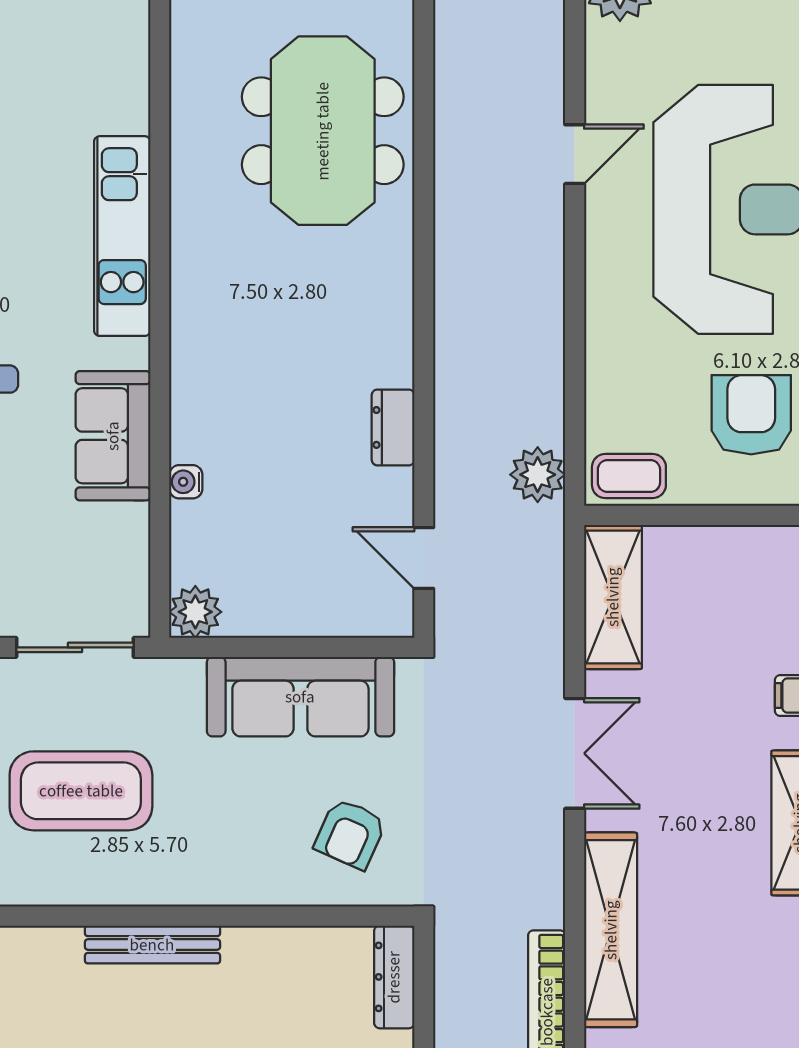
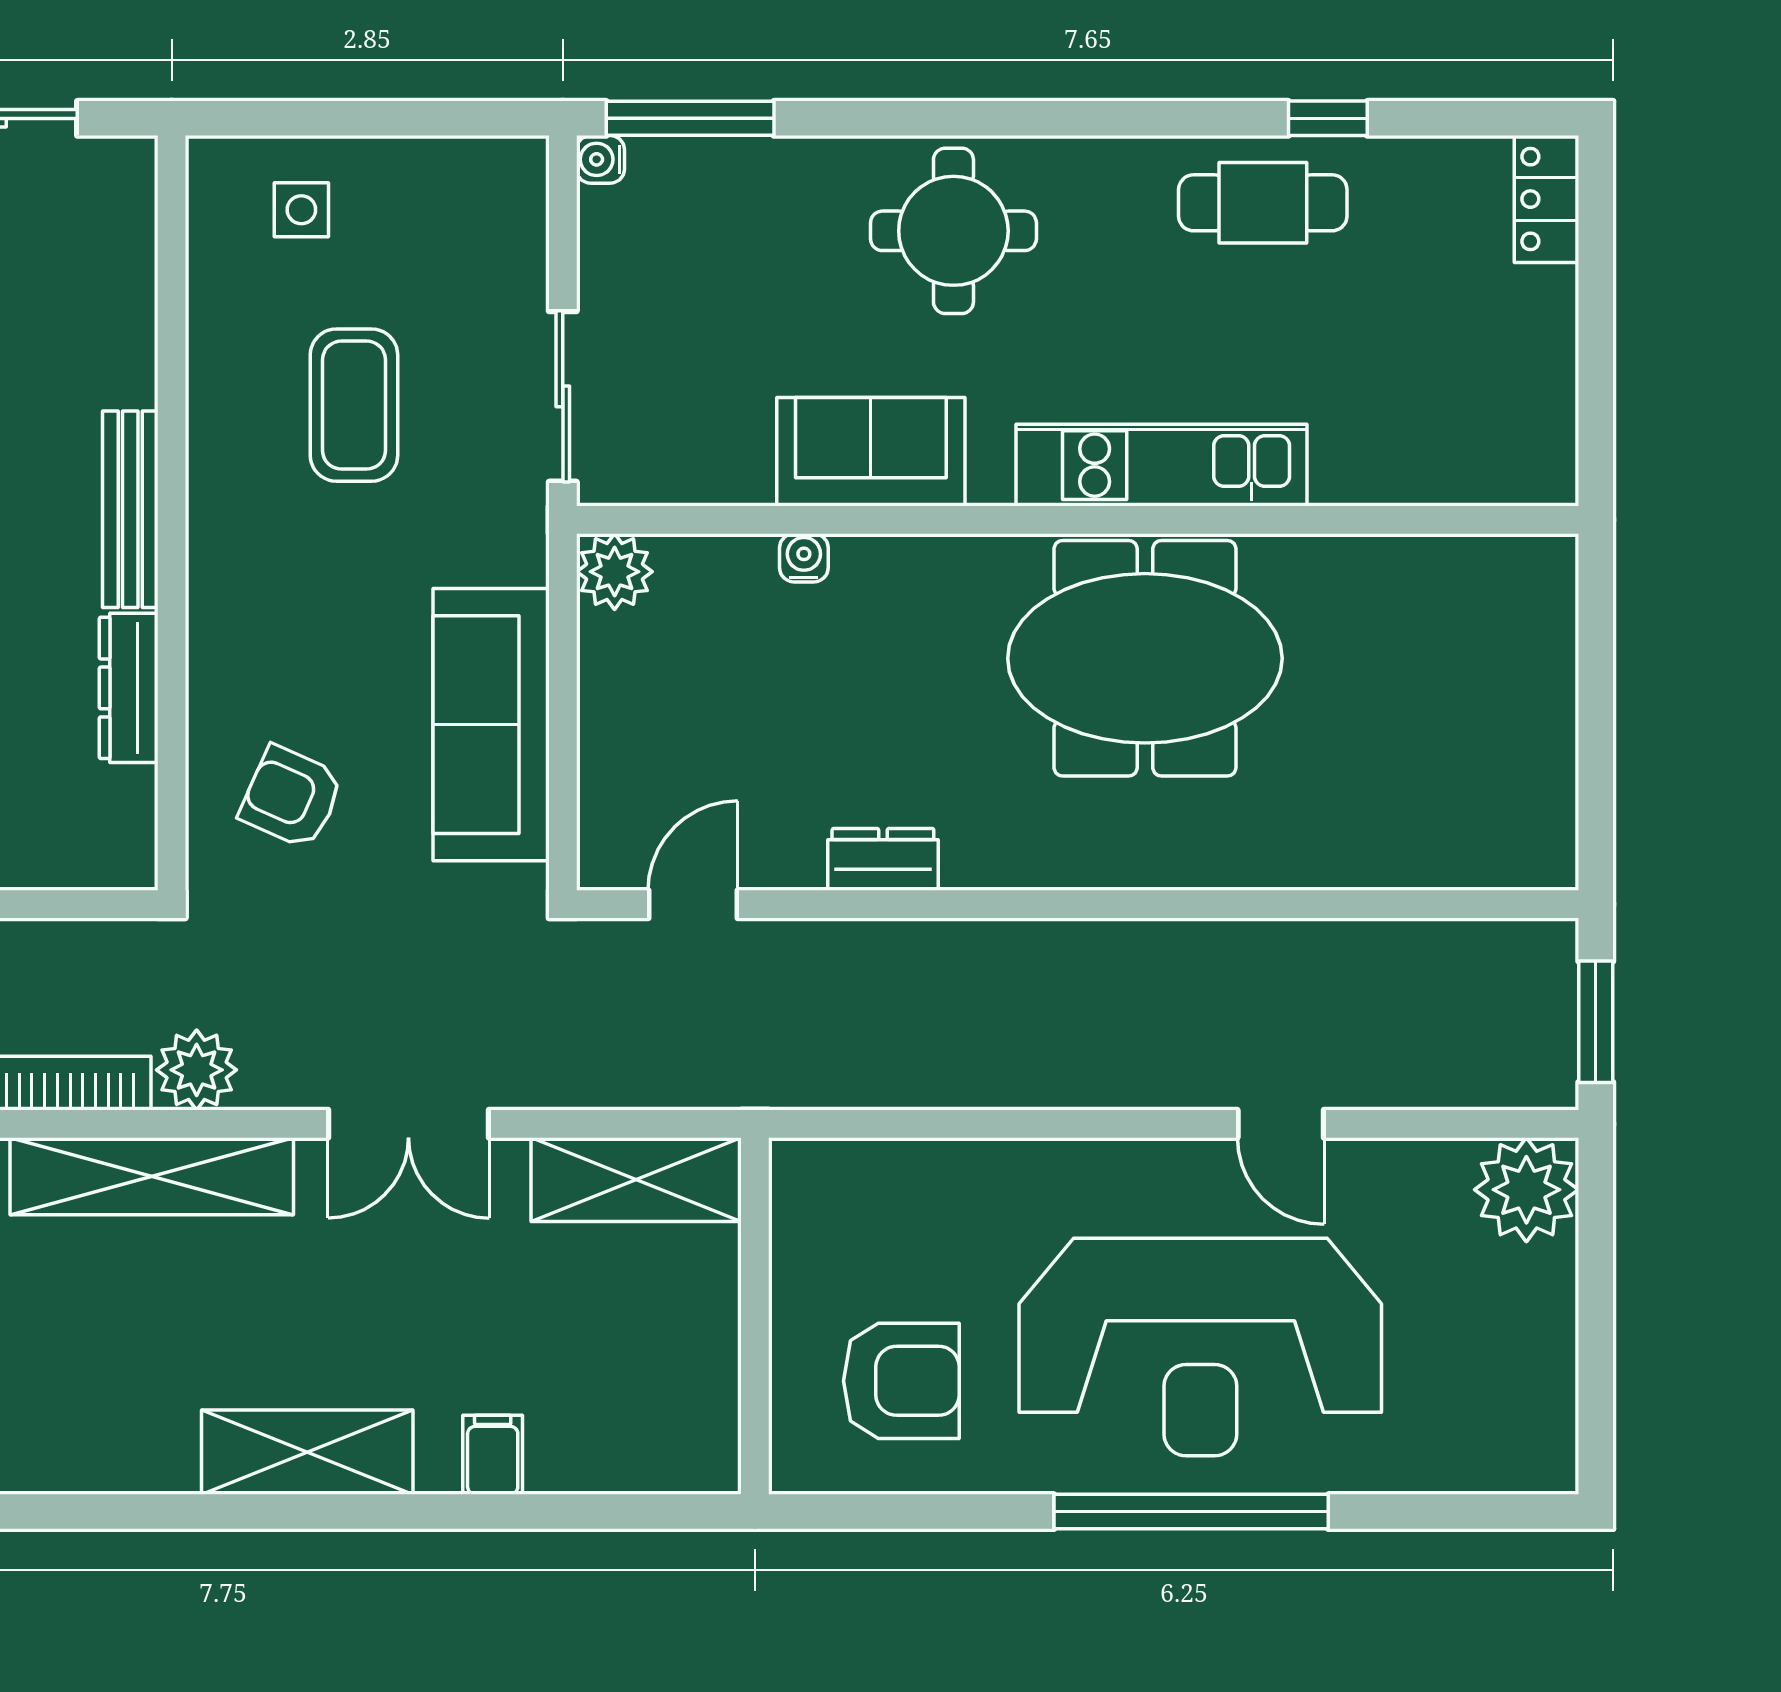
meeting table: (323, 131) -> (1145, 658), moved
plant: (538, 475) -> (197, 1070), moved
coffee table: (629, 476) -> (812, 1203), removed
coffee table: (81, 791) -> (354, 405), width x0.73, depth x0.76
dresser: (394, 977) -> (129, 688), moved, turned -90

